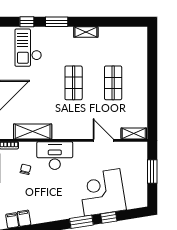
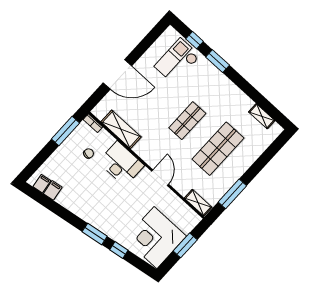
shelving: (86, 32) -> (262, 116), moved
shop shelf: (113, 83) -> (218, 149), width x1.43, depth x1.36
window: (152, 105) -> (232, 194), added
door: (103, 140) -> (160, 178), moved
corner desk: (102, 192) -> (155, 238), moved, turned -81

